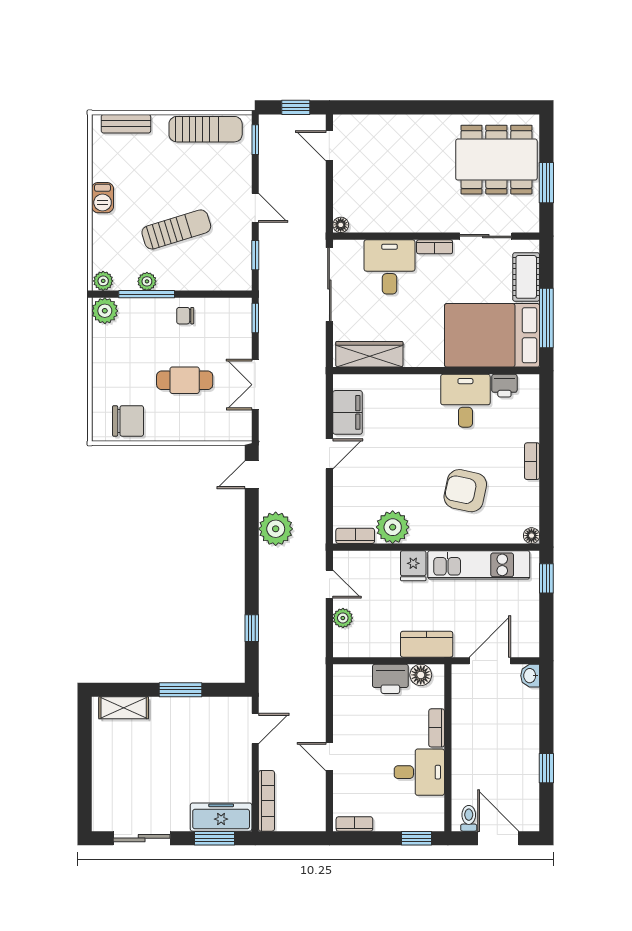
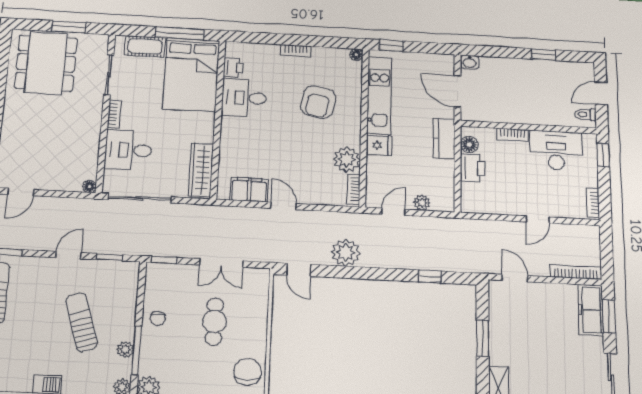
desk: (419, 772) -> (556, 150), width x1.37
door: (498, 838) -> (601, 93), width x0.73

